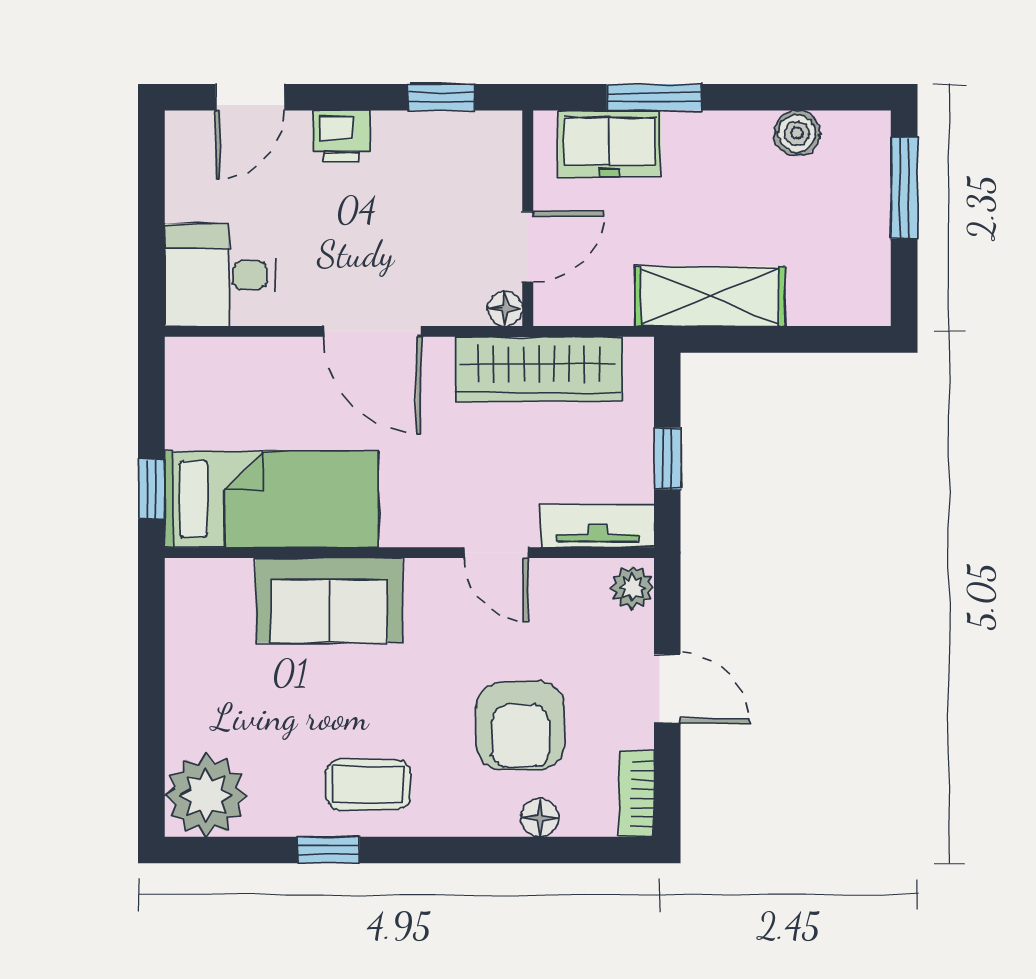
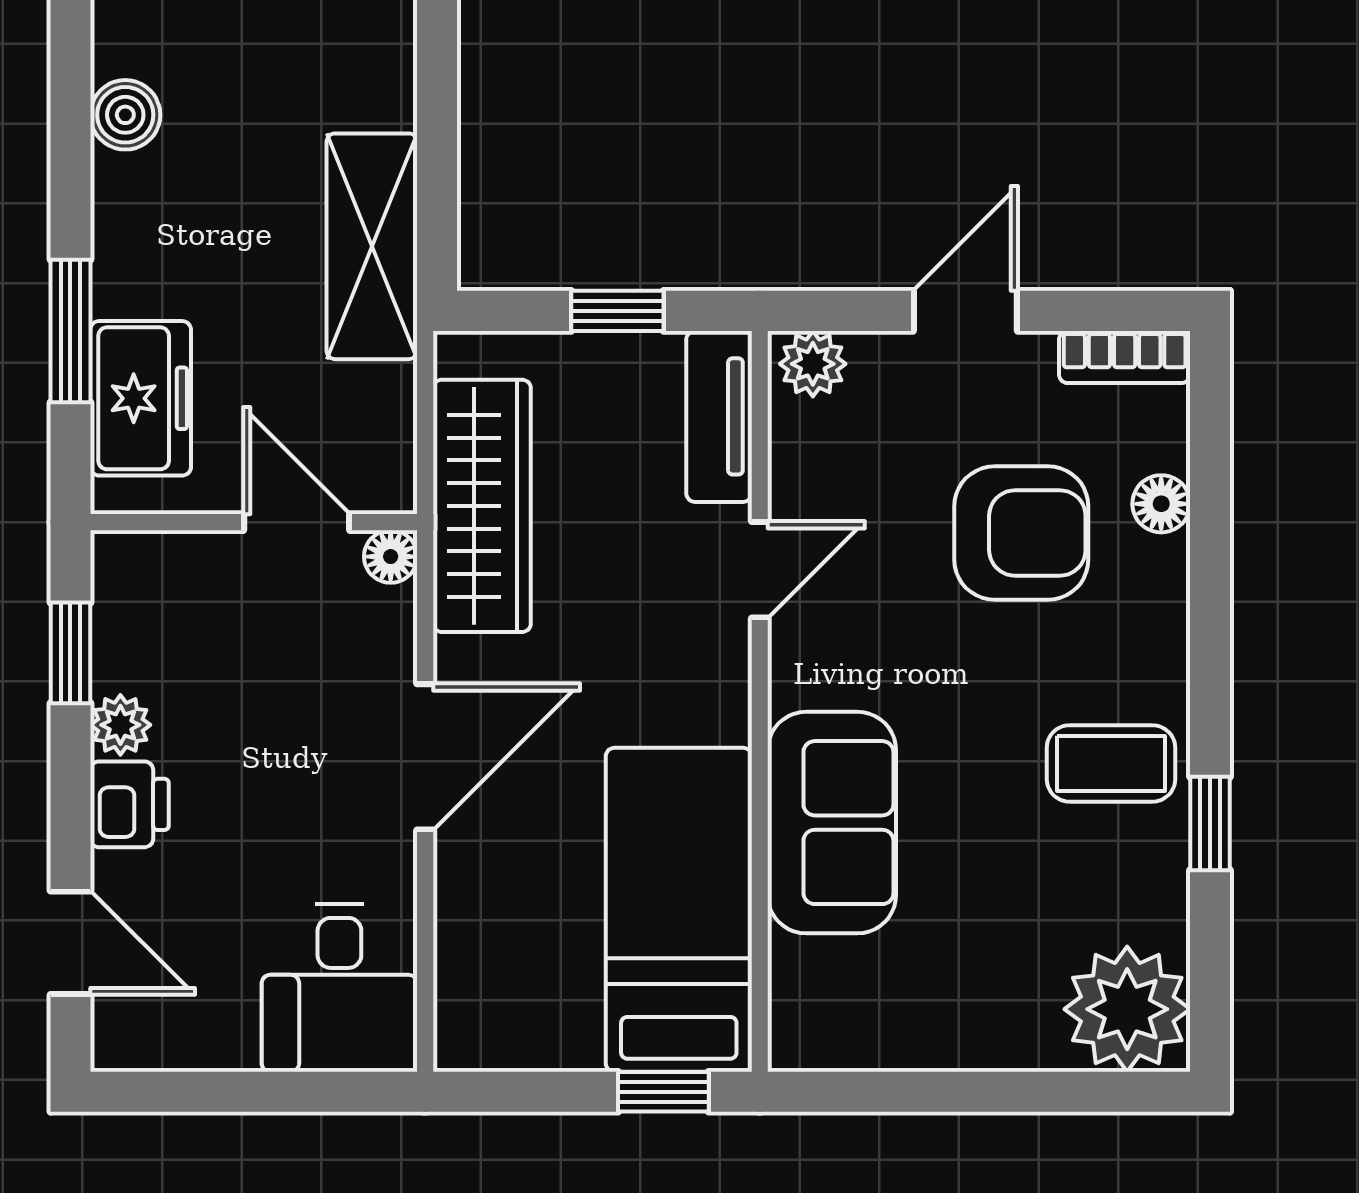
plant: (394, 130) -> (120, 725), added
coffee table: (368, 785) -> (1111, 763), turned 90

